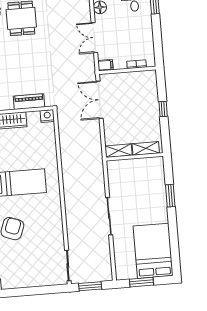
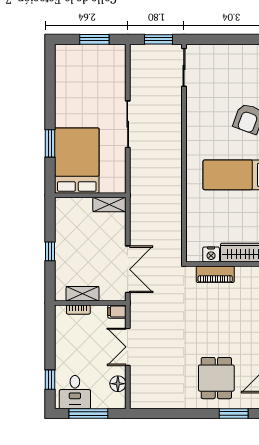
double door: (94, 38) -> (128, 347), swing flipped
nightstand: (47, 116) -> (211, 254), moved
shelving: (146, 148) -> (83, 294), moved
bed: (153, 251) -> (77, 161), moved, turned 180

